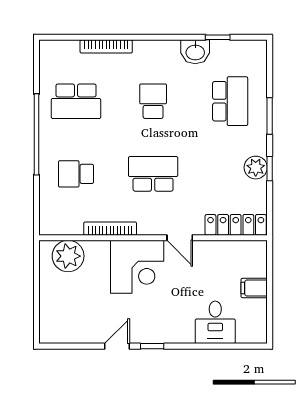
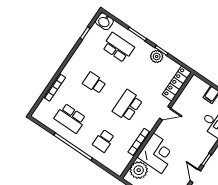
washbasin: (195, 52) -> (104, 21), moved, turned 90
school desk: (76, 101) -> (70, 118), turned 90
corner desk: (137, 267) -> (157, 153), moved

